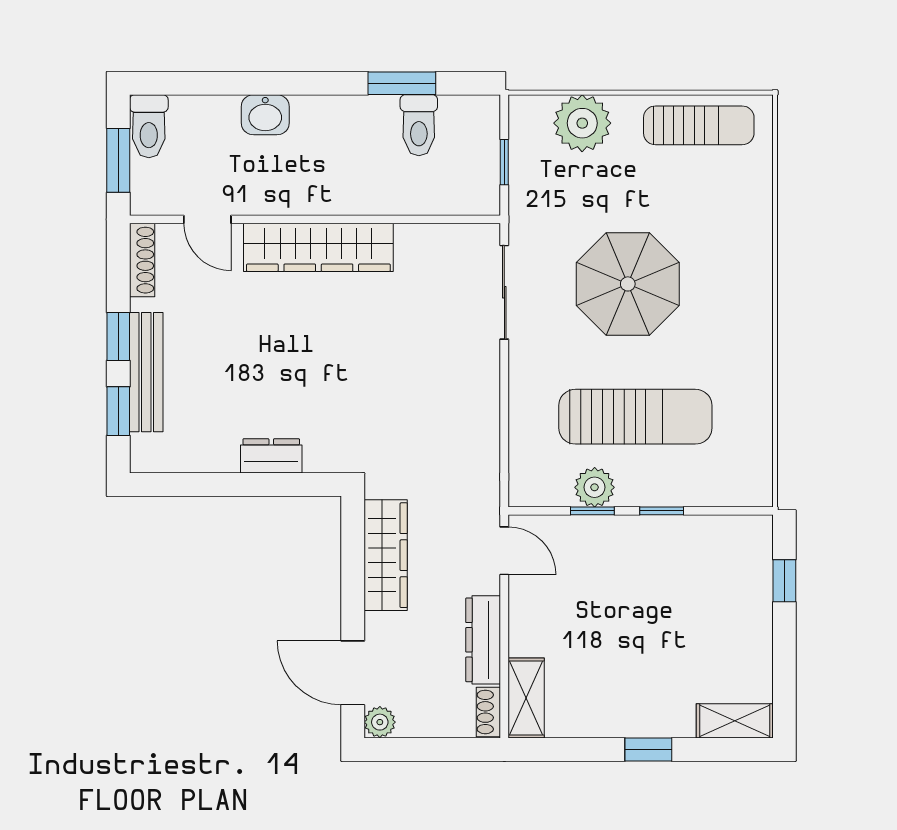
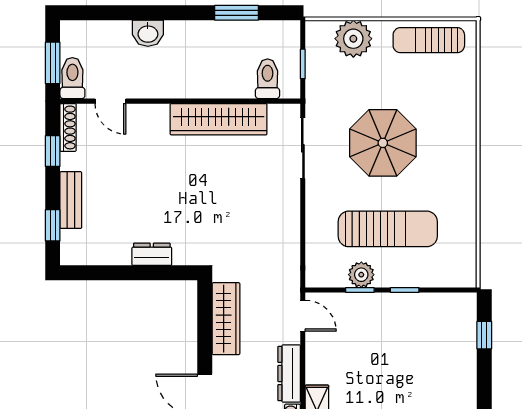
toilet: (419, 125) -> (268, 79), moved, turned 180
sun lounger: (699, 125) -> (429, 40), turned 180
toilet: (149, 126) -> (72, 78), moved, turned 180
wardrobe: (318, 247) -> (219, 119), moved
window: (118, 336) -> (53, 151), moved
bench: (146, 372) -> (71, 200), width x0.73

